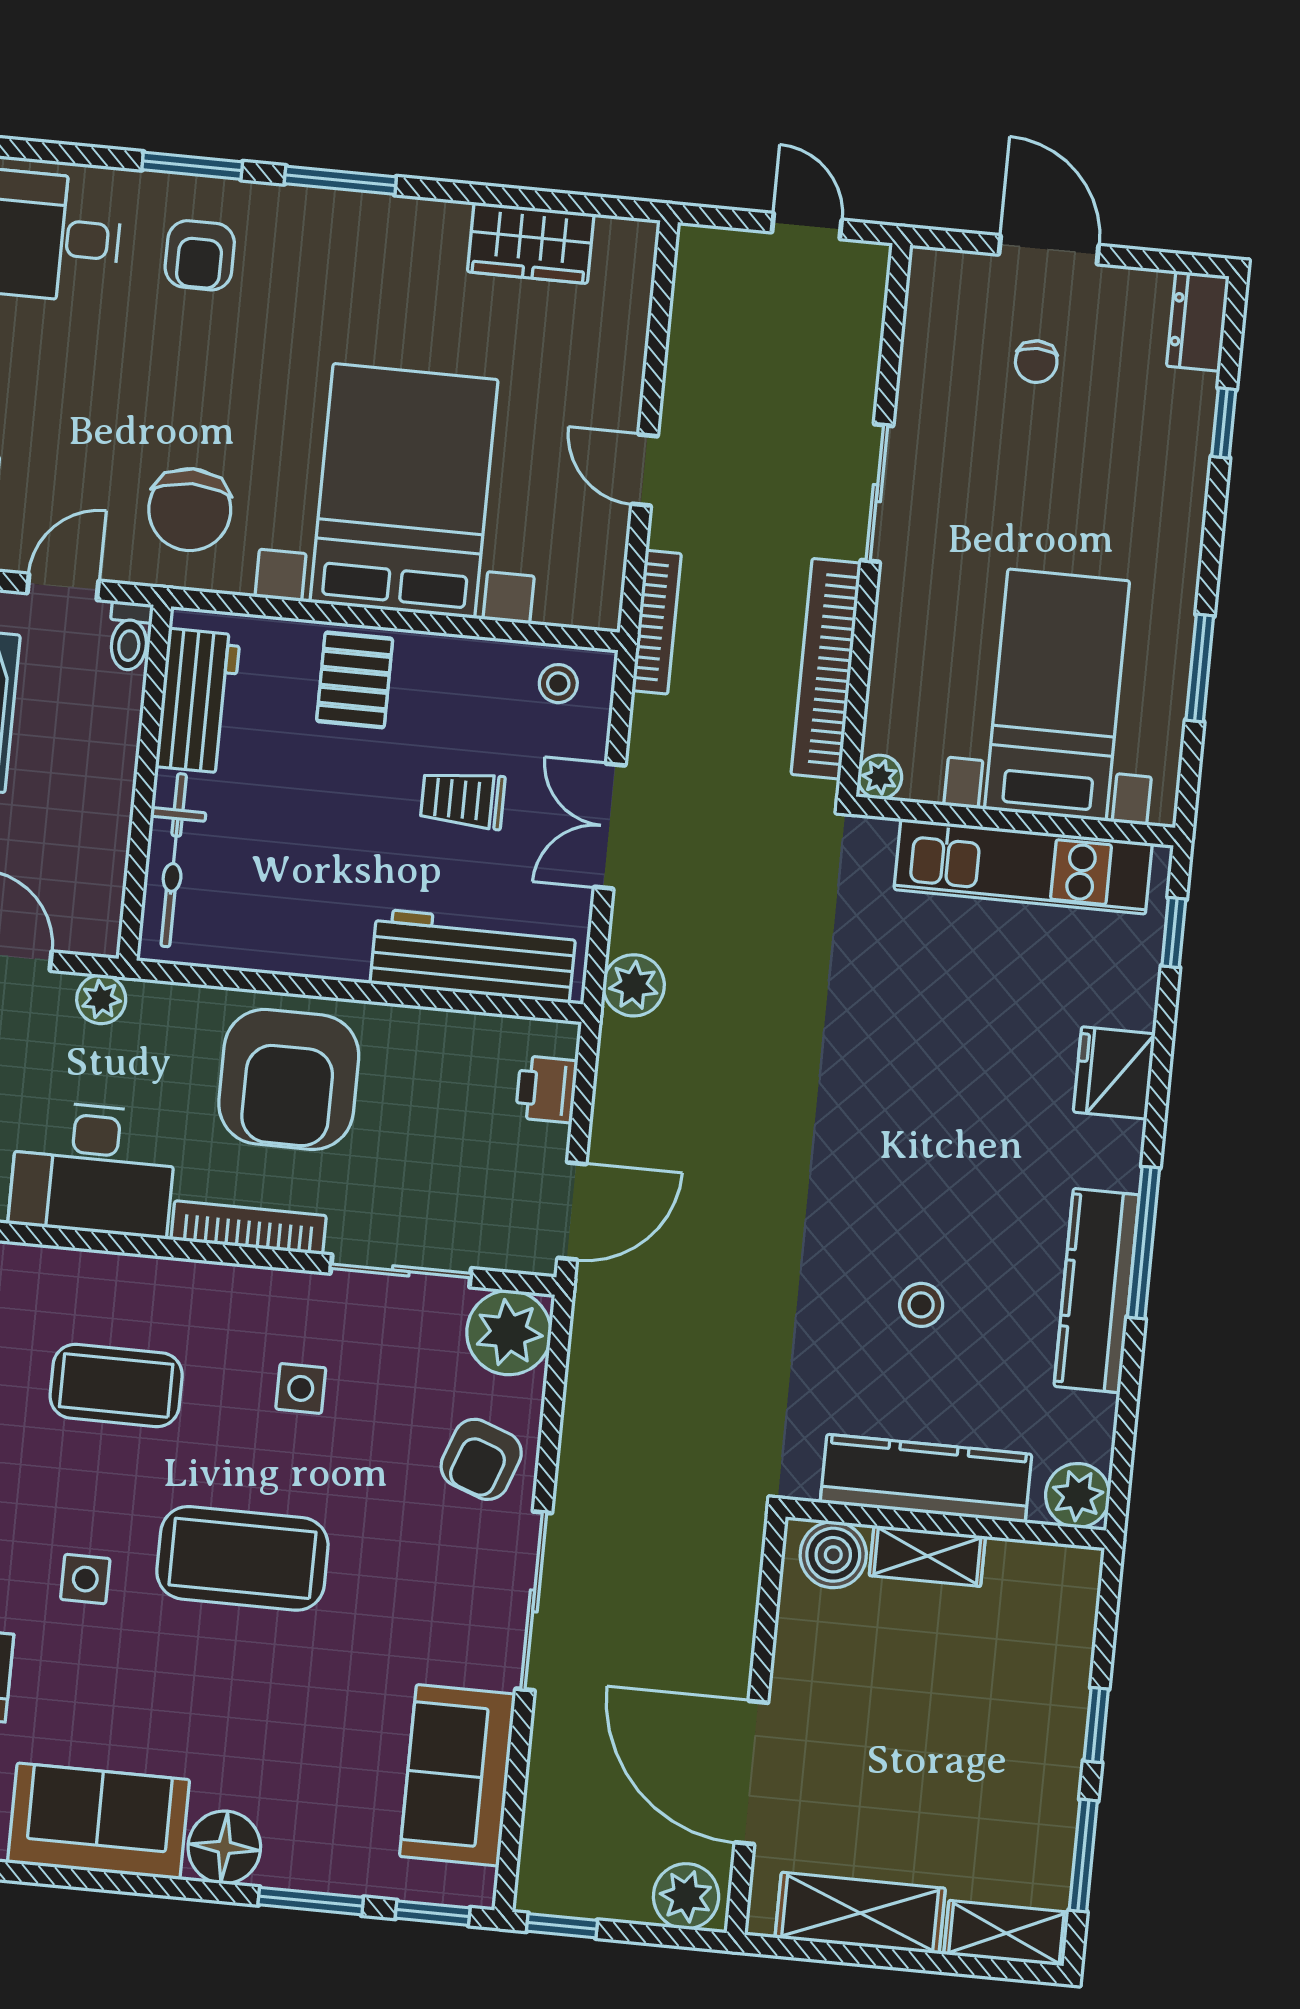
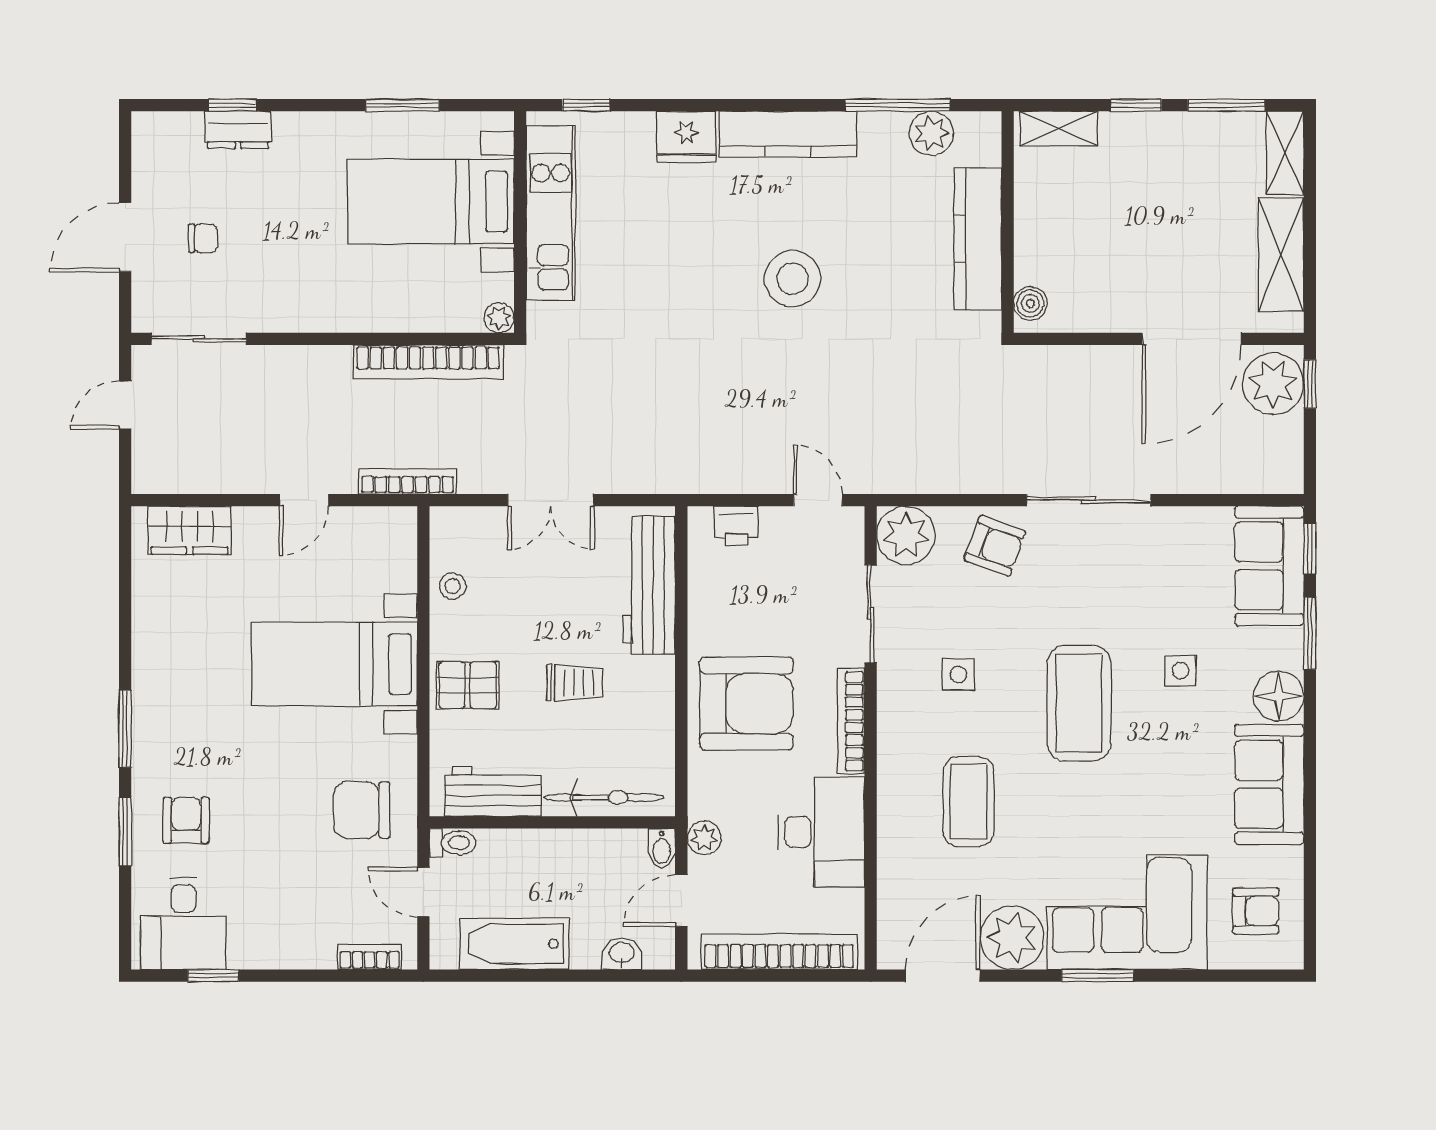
wardrobe: (531, 243) -> (189, 530), moved, turned 90
armchair: (200, 255) -> (186, 820), turned -90
dresser: (1198, 321) -> (238, 130), moved
bed with nightstands: (404, 491) -> (334, 664), width x0.73
sliding door: (877, 493) -> (199, 339), moved
chair: (190, 510) -> (362, 810), turned 180
stool: (558, 684) -> (453, 586), moved
trolley: (463, 799) -> (575, 683), moved, turned -90
bidet: (92, 937) -> (662, 848), added
plant: (634, 985) -> (659, 473), removed
door: (572, 1211) -> (818, 500), width x0.73
window: (1143, 1243) -> (897, 105), moved
kitchen counter: (1097, 1291) -> (788, 134), moved
stool: (921, 1305) -> (793, 279), moved, width x1.89, depth x1.89
plant: (1078, 1496) -> (931, 133), moved
boiler: (833, 1555) -> (1030, 303), width x0.73, depth x0.73
shelving: (927, 1556) -> (1059, 129), moved, turned 90
side table: (85, 1579) -> (1181, 671), moved
sofa: (458, 1775) -> (1269, 566), moved, turned 90
plant: (686, 1896) -> (1273, 384), width x1.36, depth x1.36
window: (562, 1926) -> (1310, 384), moved

